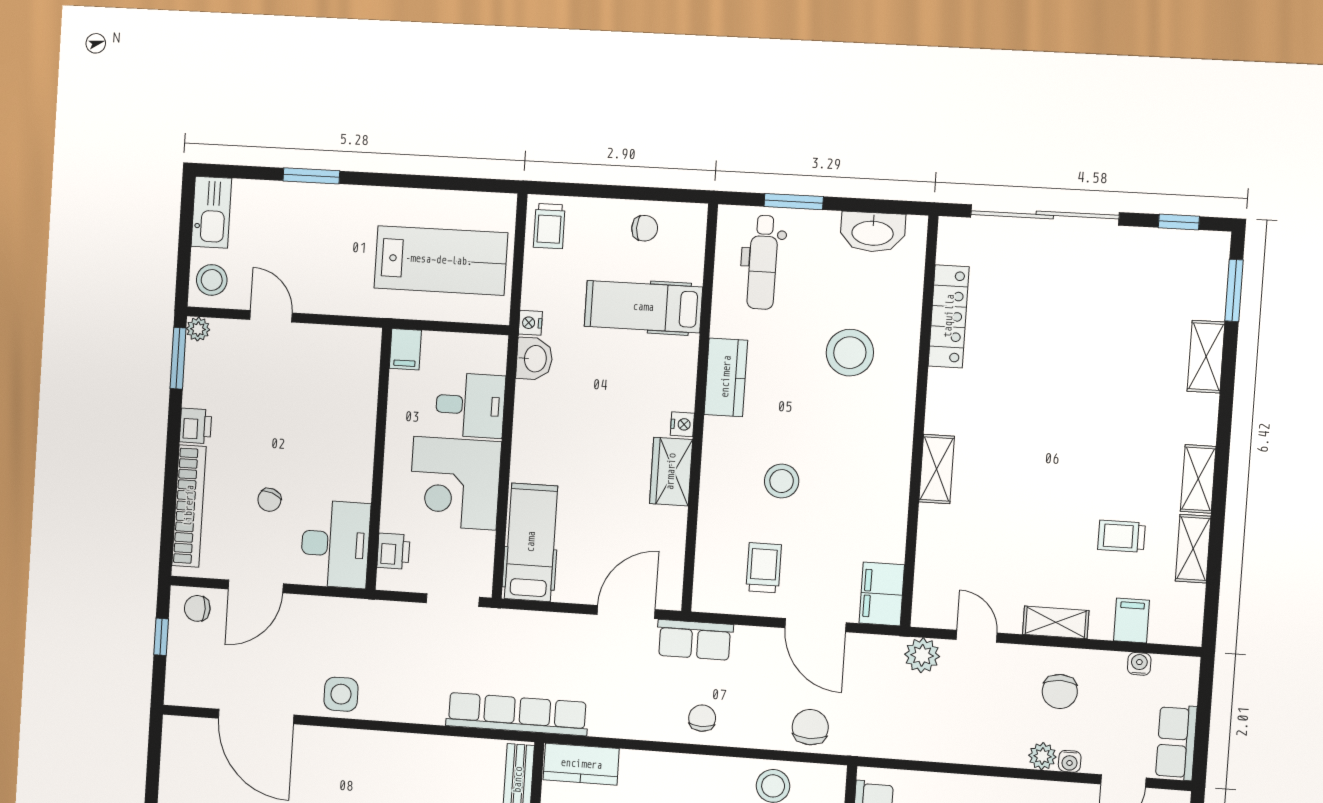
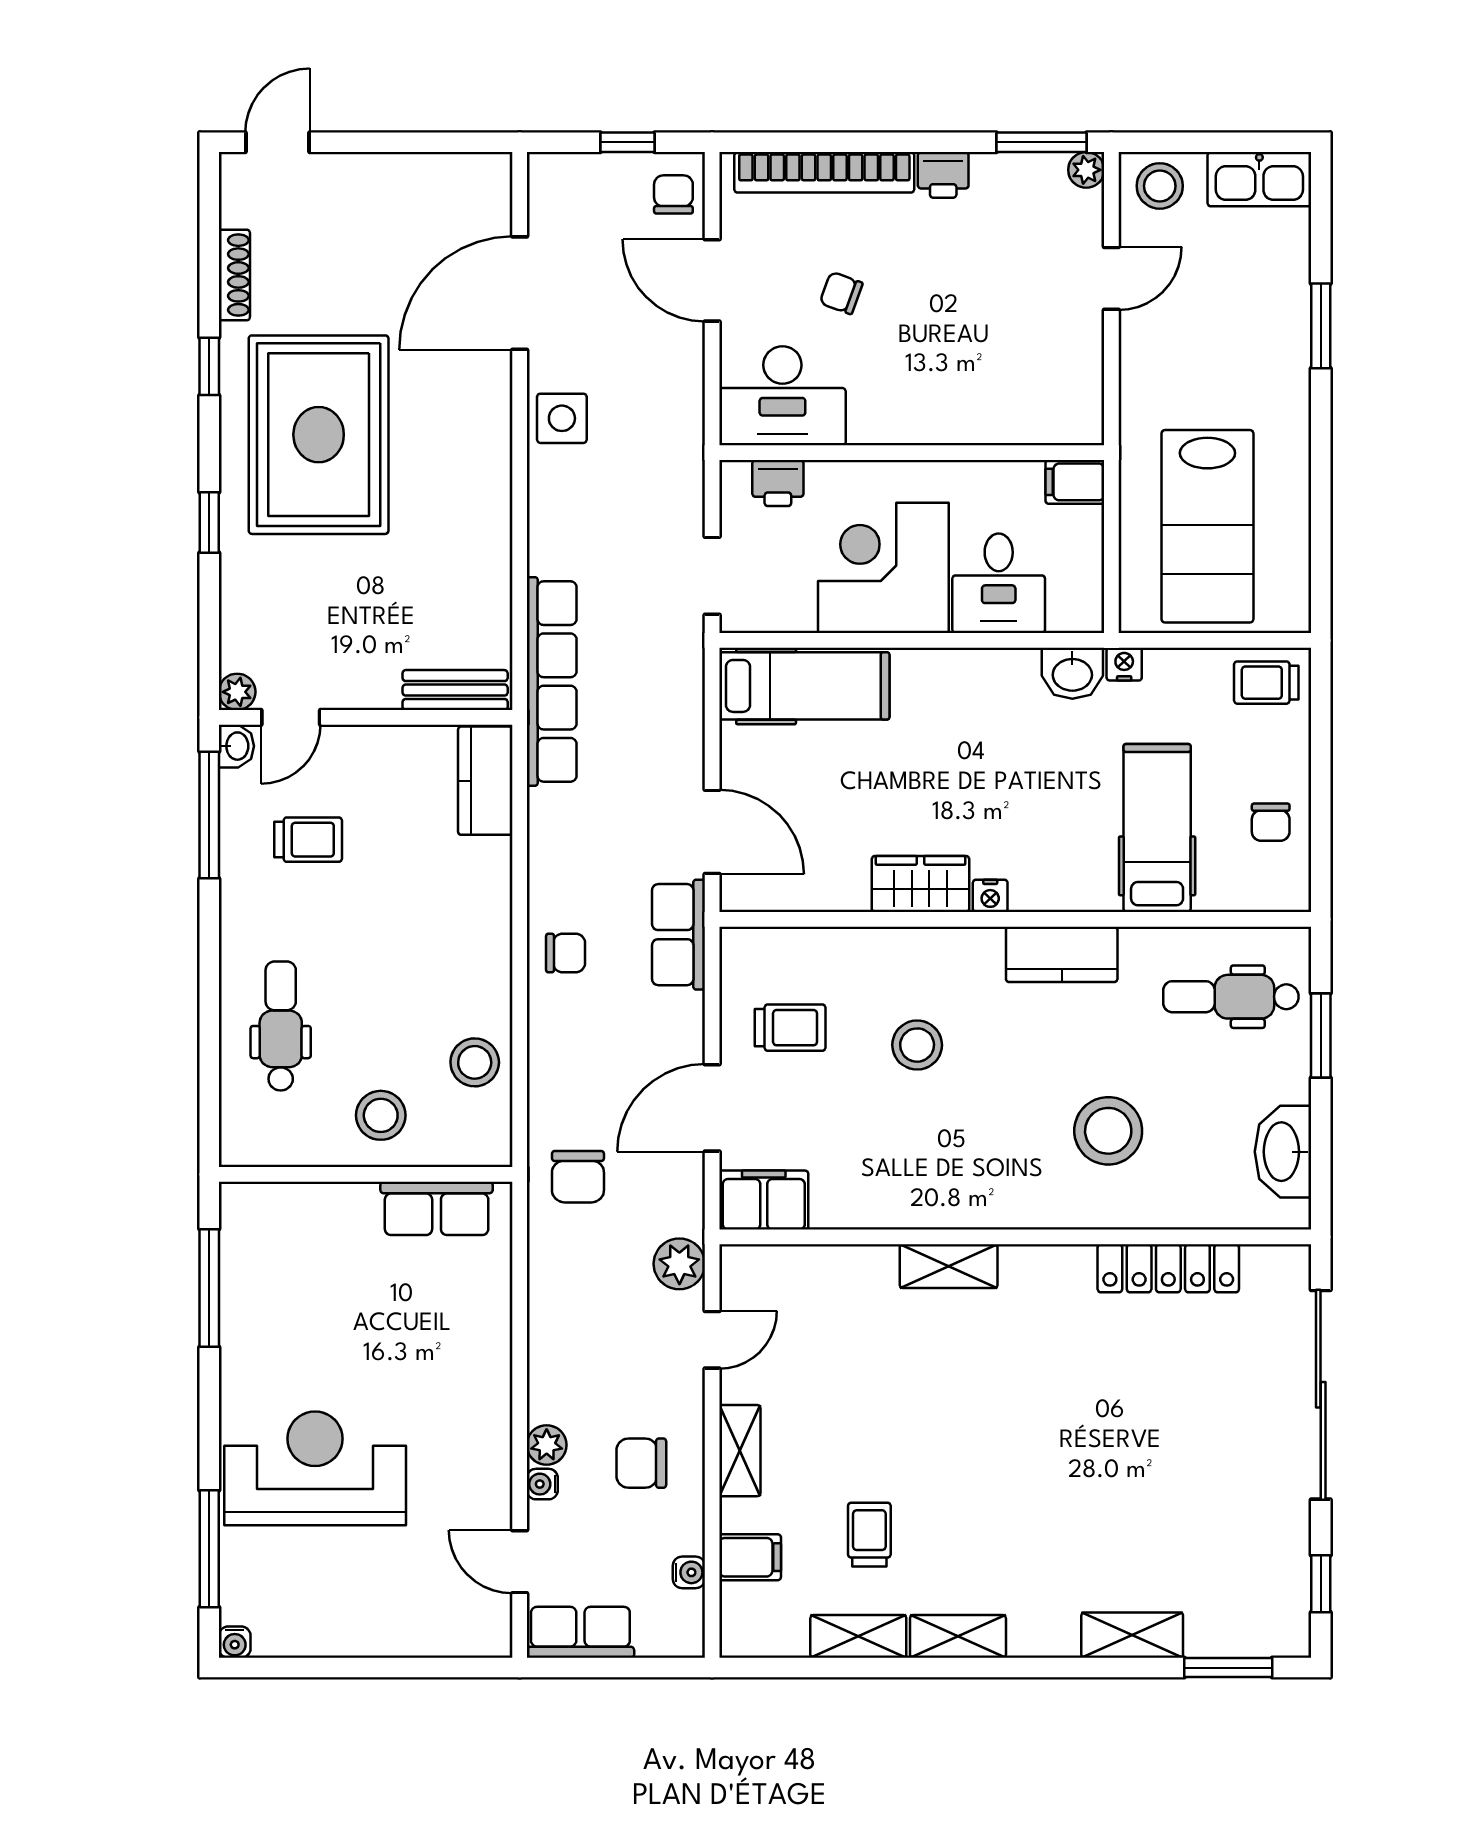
chair: (810, 727) -> (578, 1177), moved, turned 90

